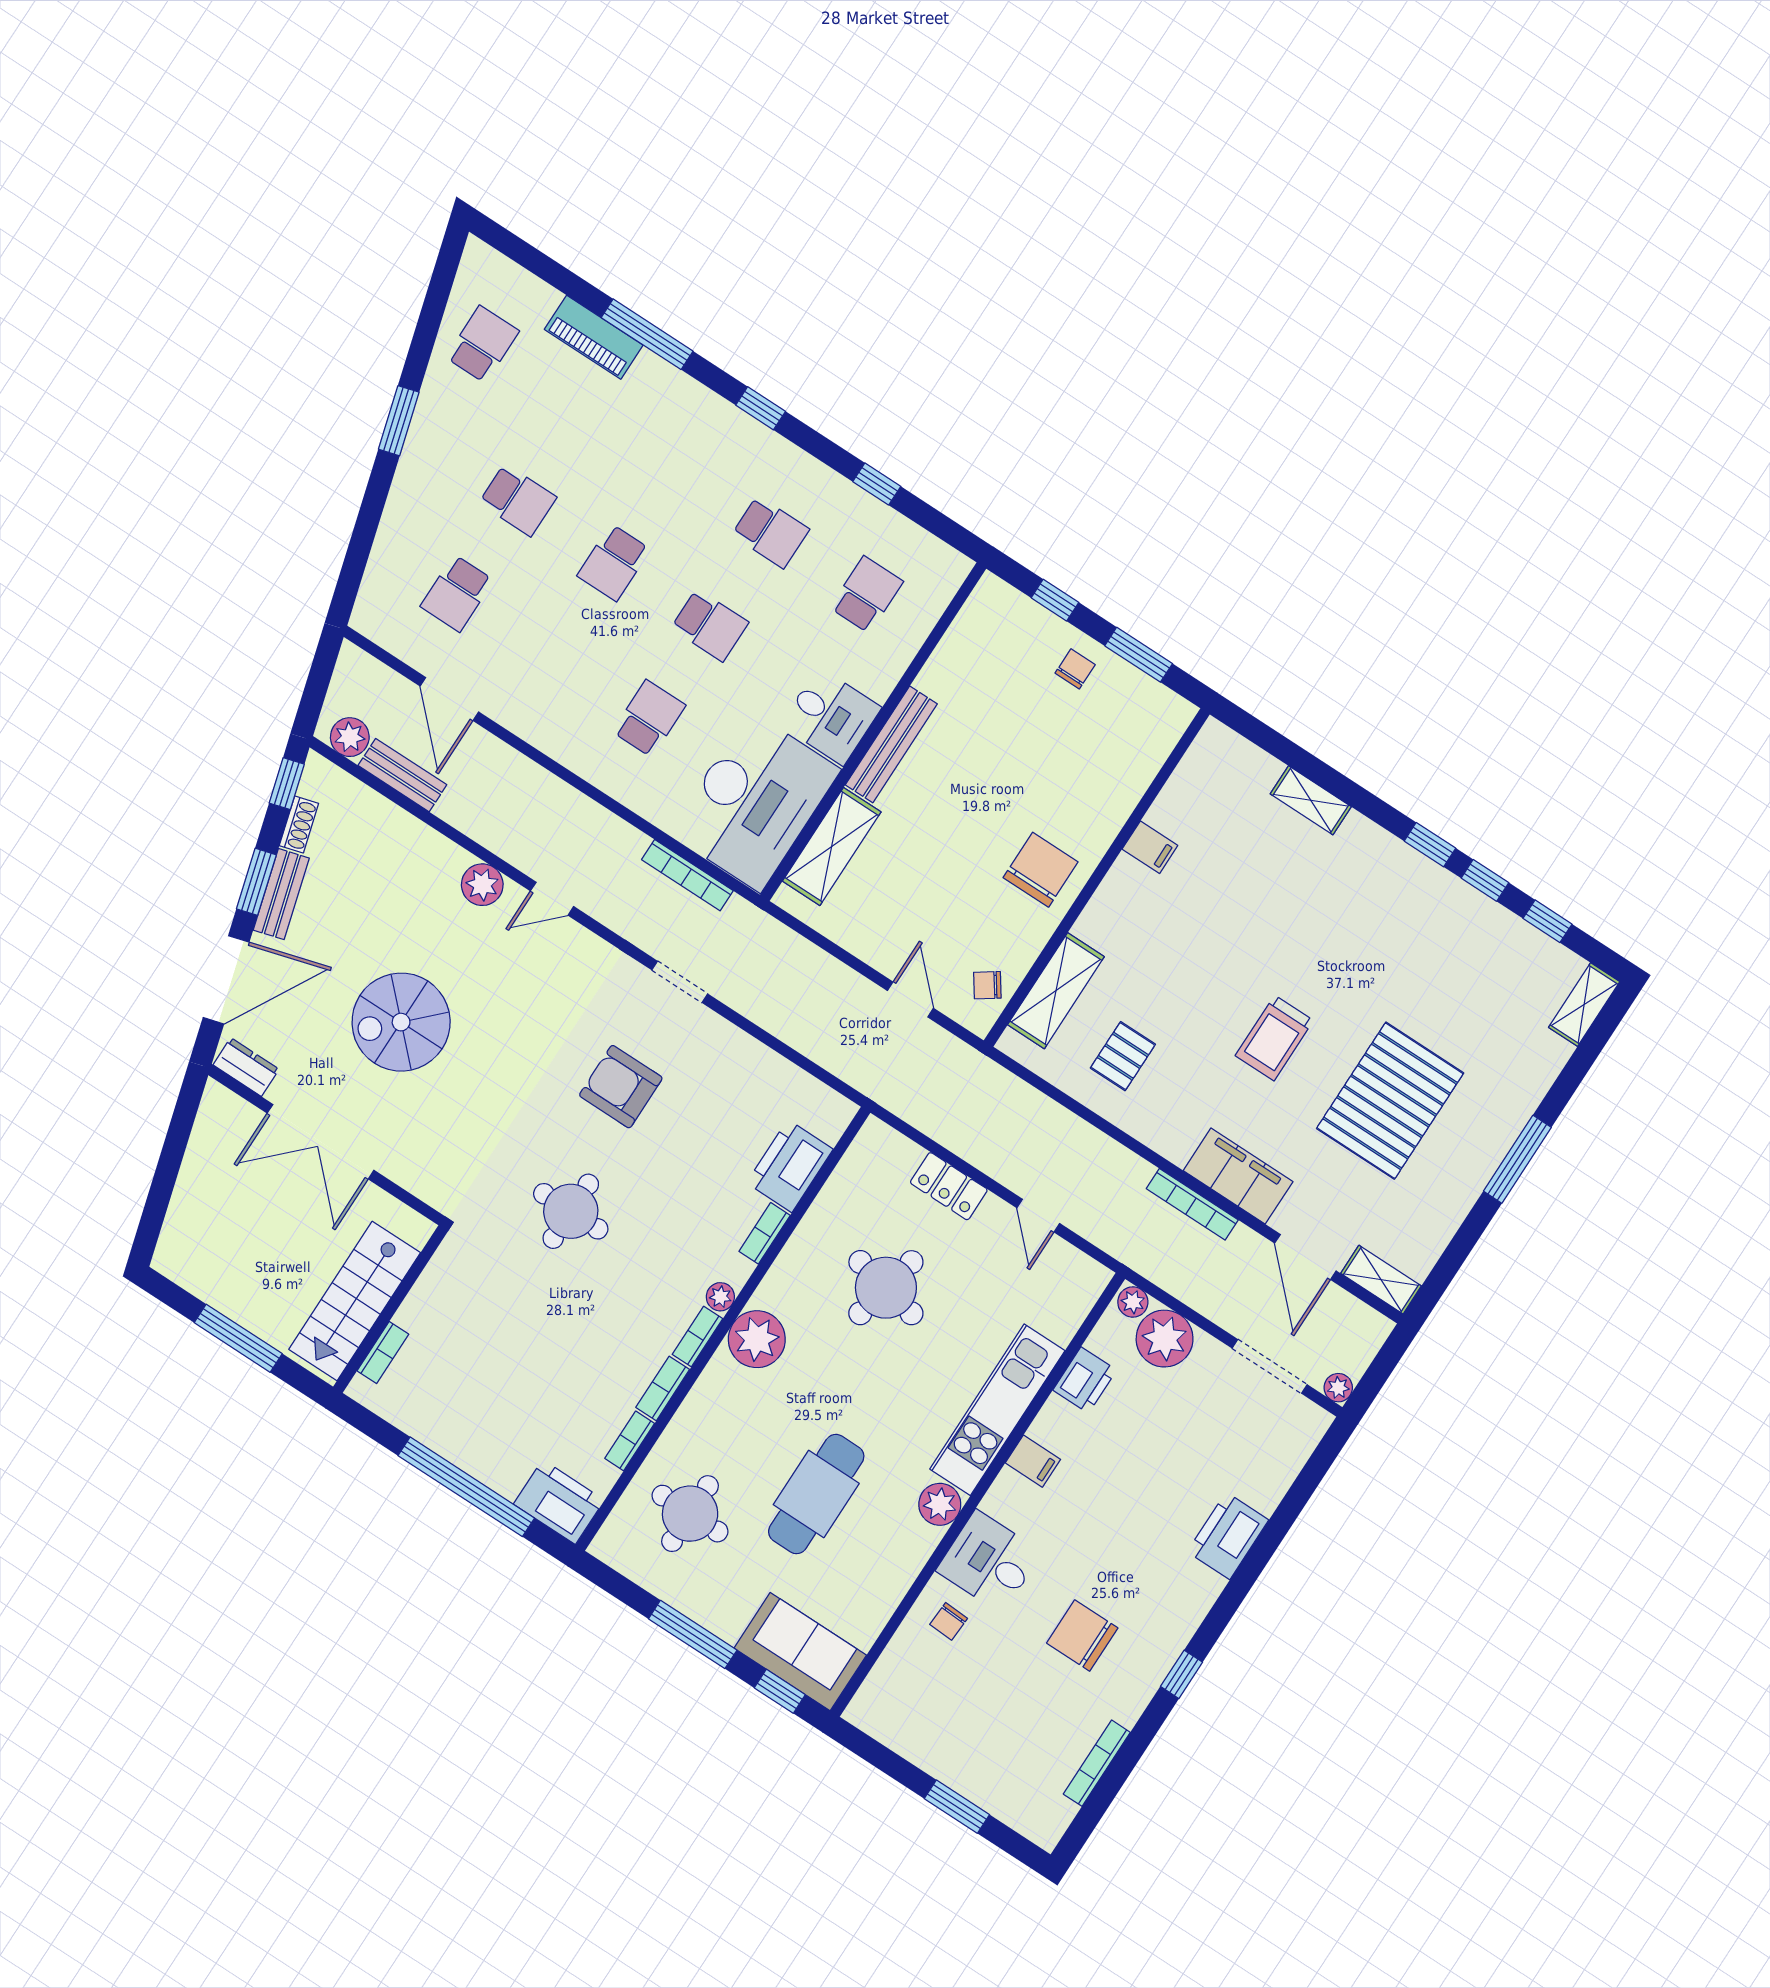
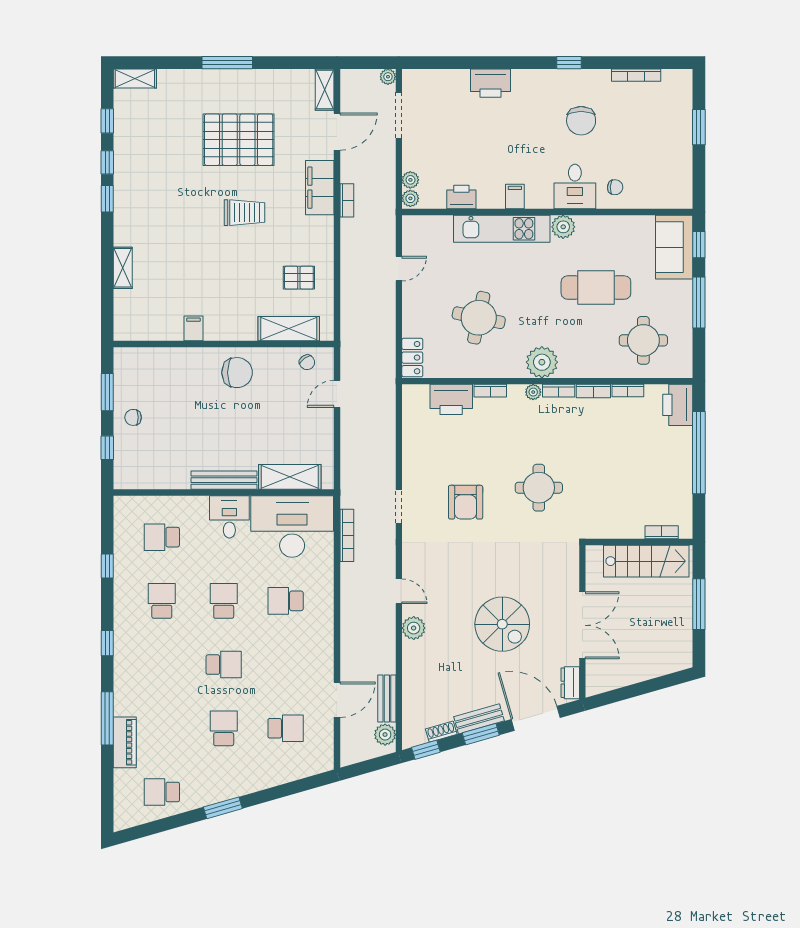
chair: (1041, 870) -> (237, 373), turned 180
locker: (949, 1186) -> (412, 358), moved
bookcase: (1192, 1204) -> (347, 200), width x0.64
plant: (1165, 1339) -> (410, 180), width x0.53, depth x0.53

